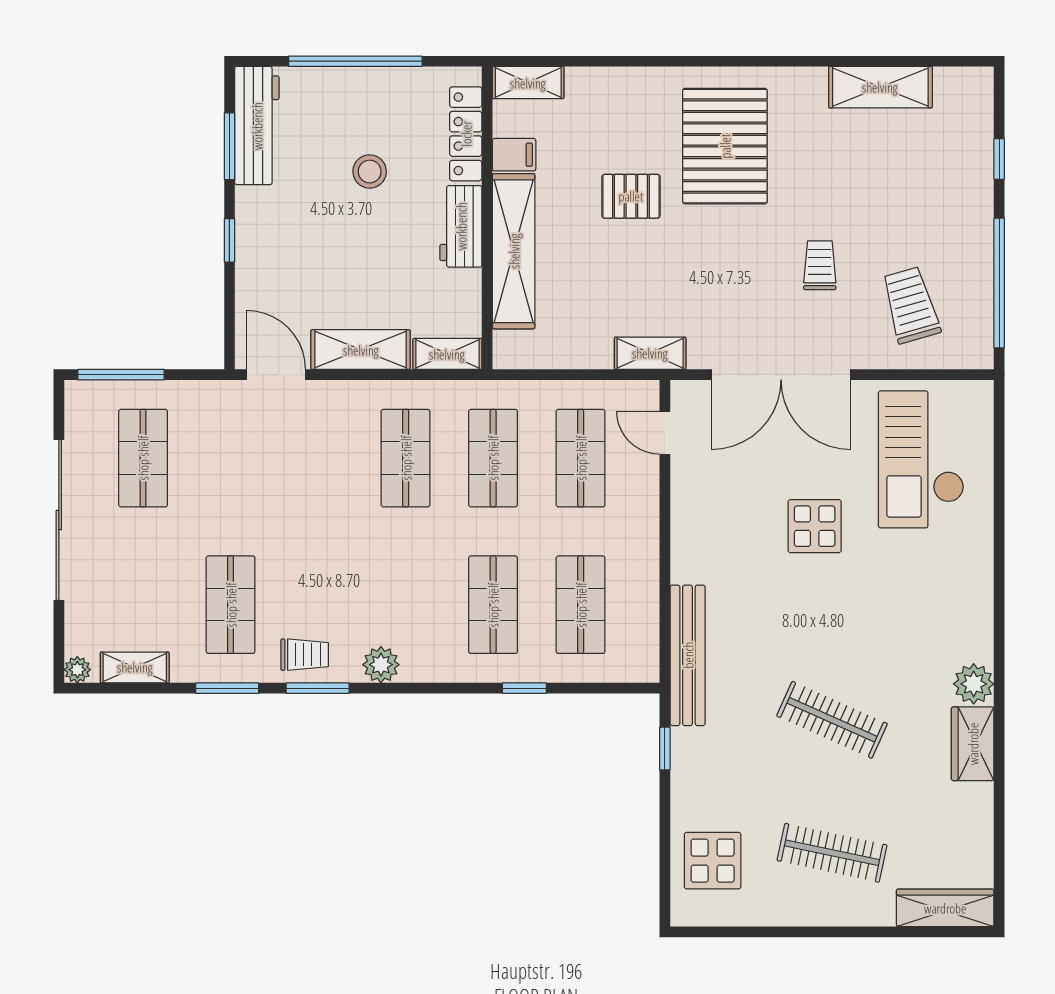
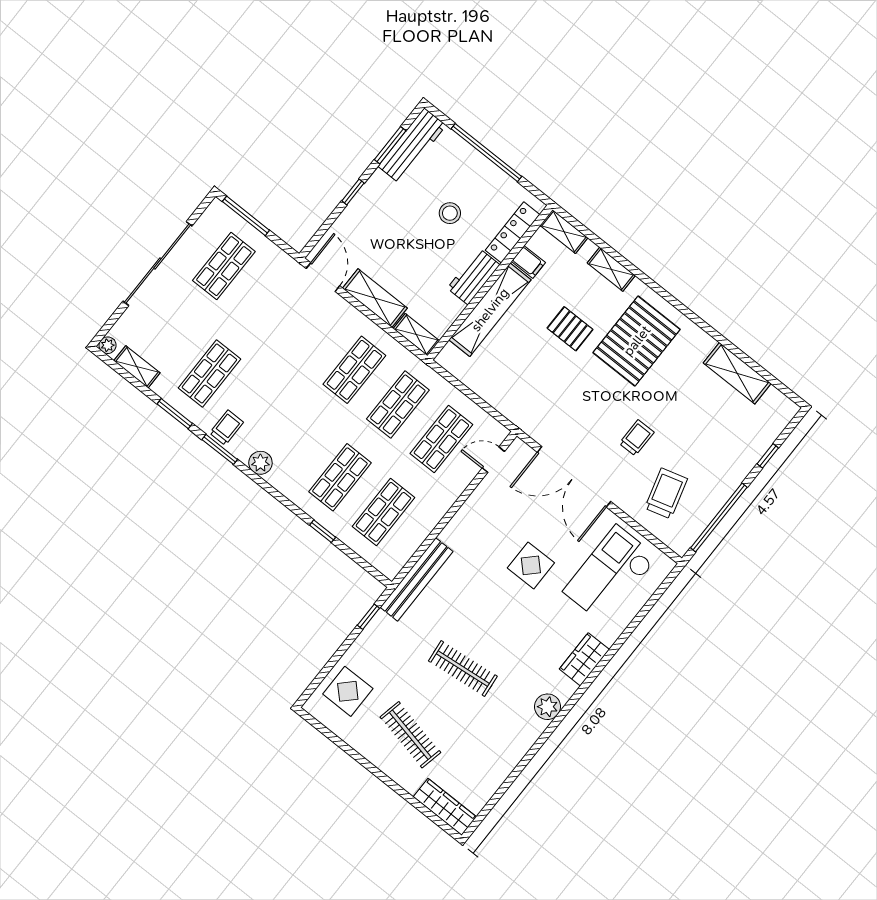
shelving: (650, 353) -> (611, 269), moved
door: (665, 433) -> (493, 460), hinge flipped
trolley: (305, 655) -> (226, 428), turned -90
clothes rail: (832, 720) -> (463, 669), turned -30
wardrobe: (973, 744) -> (584, 659), moved

